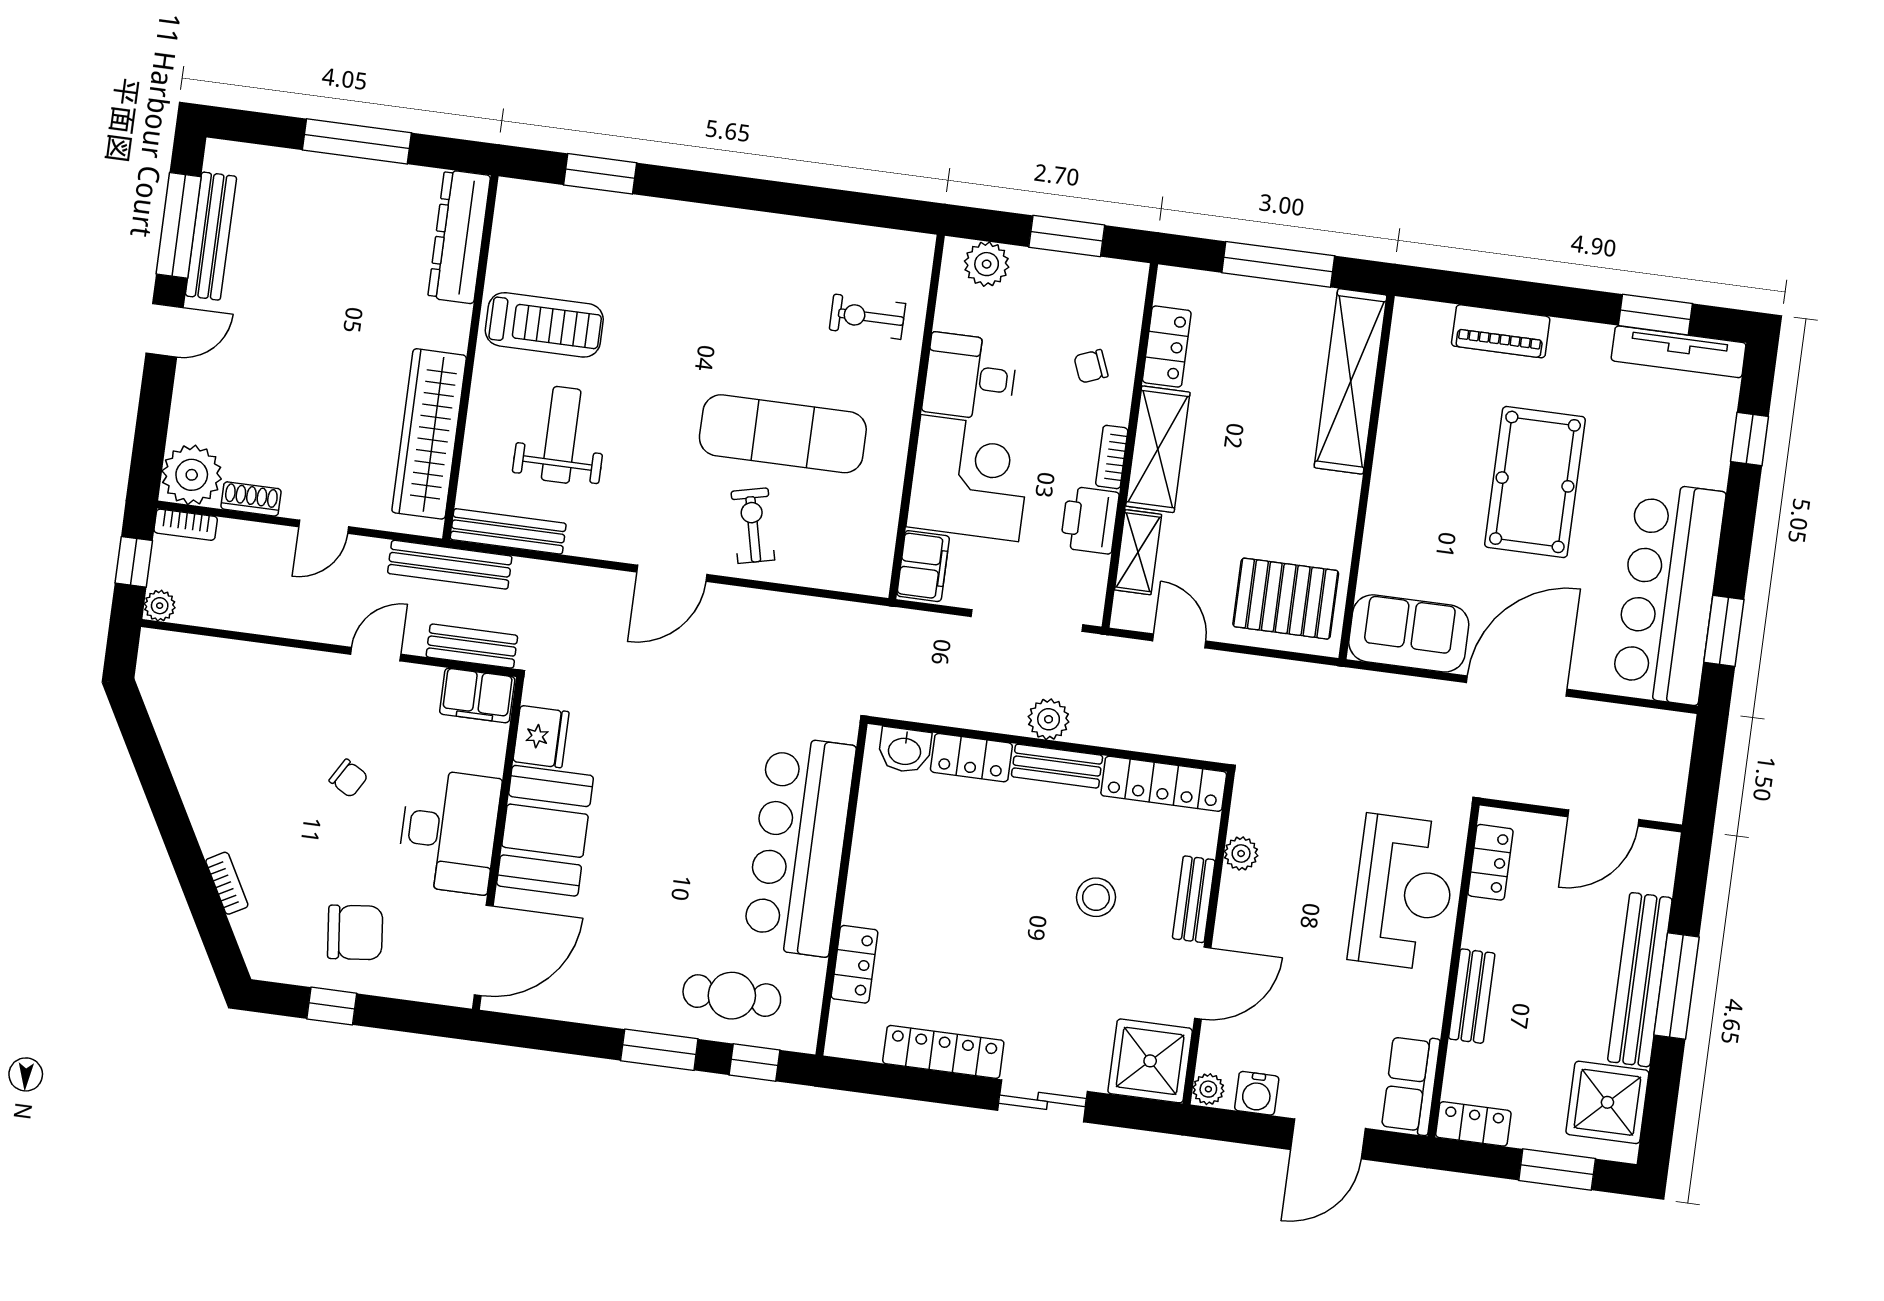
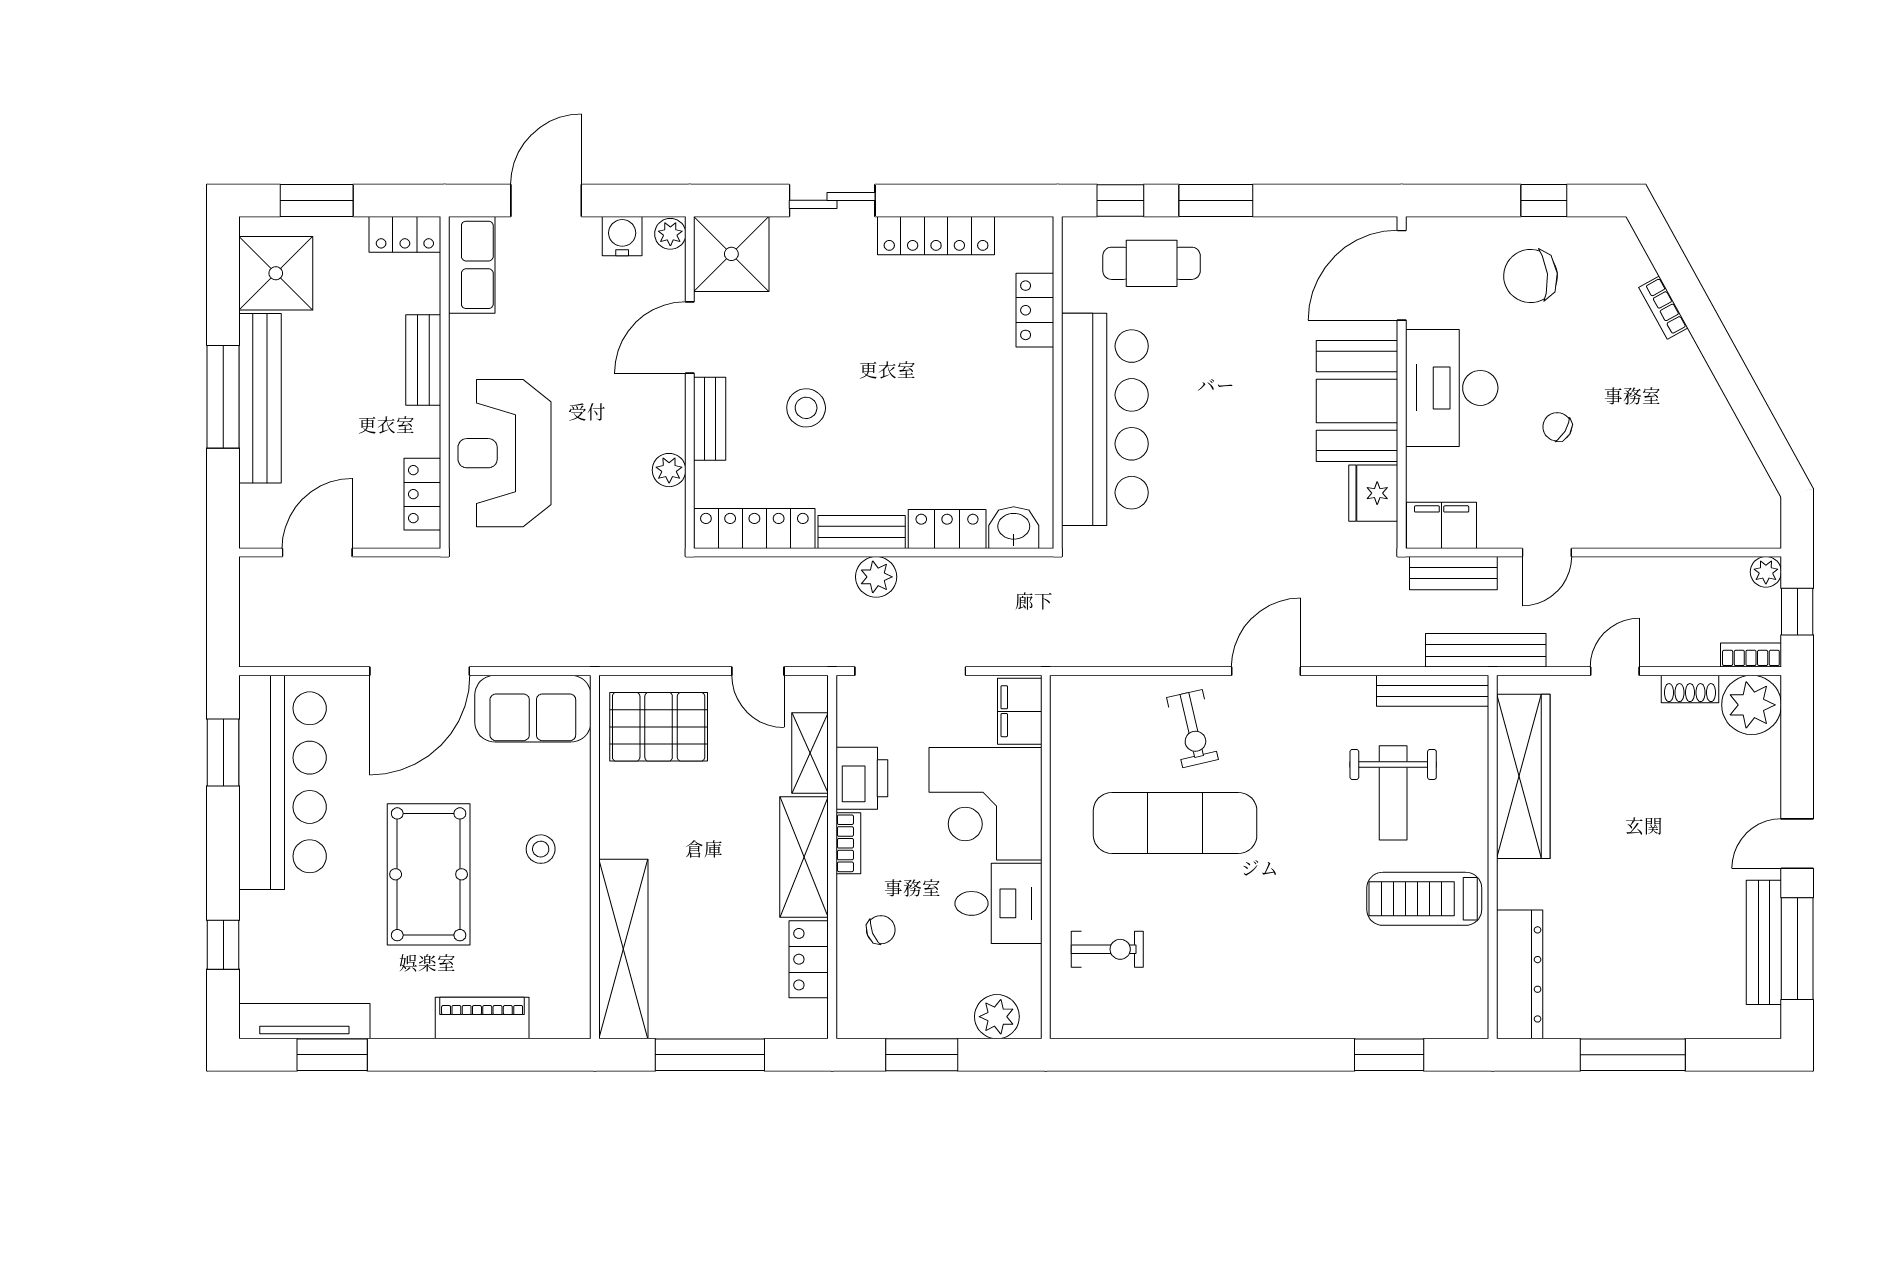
stool: (1420, 492) -> (541, 849), added

